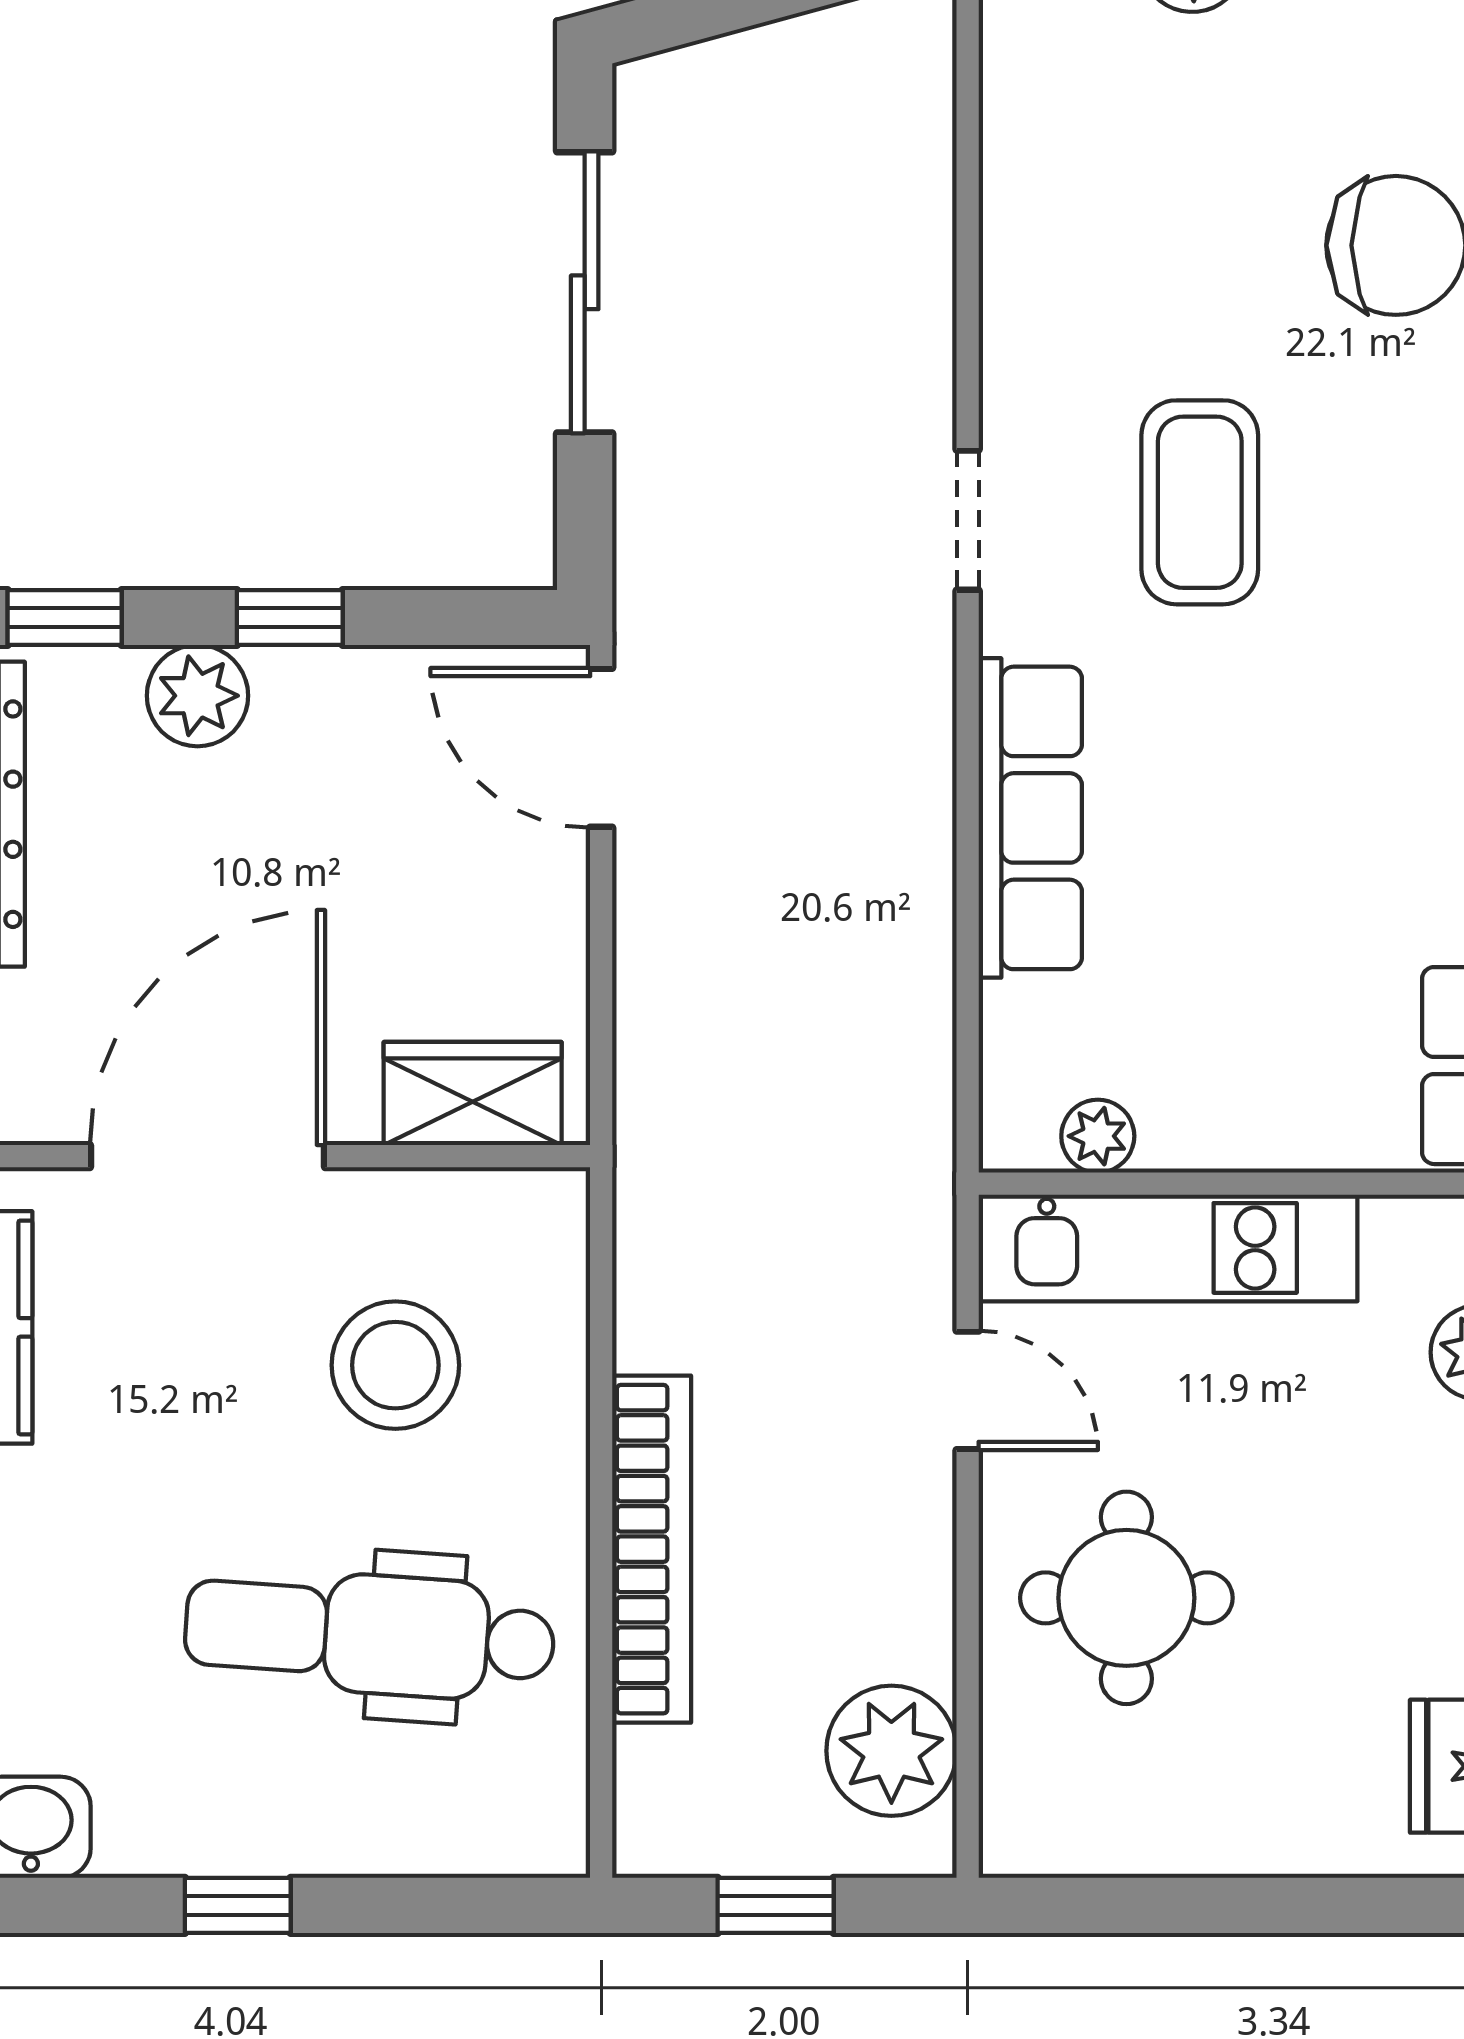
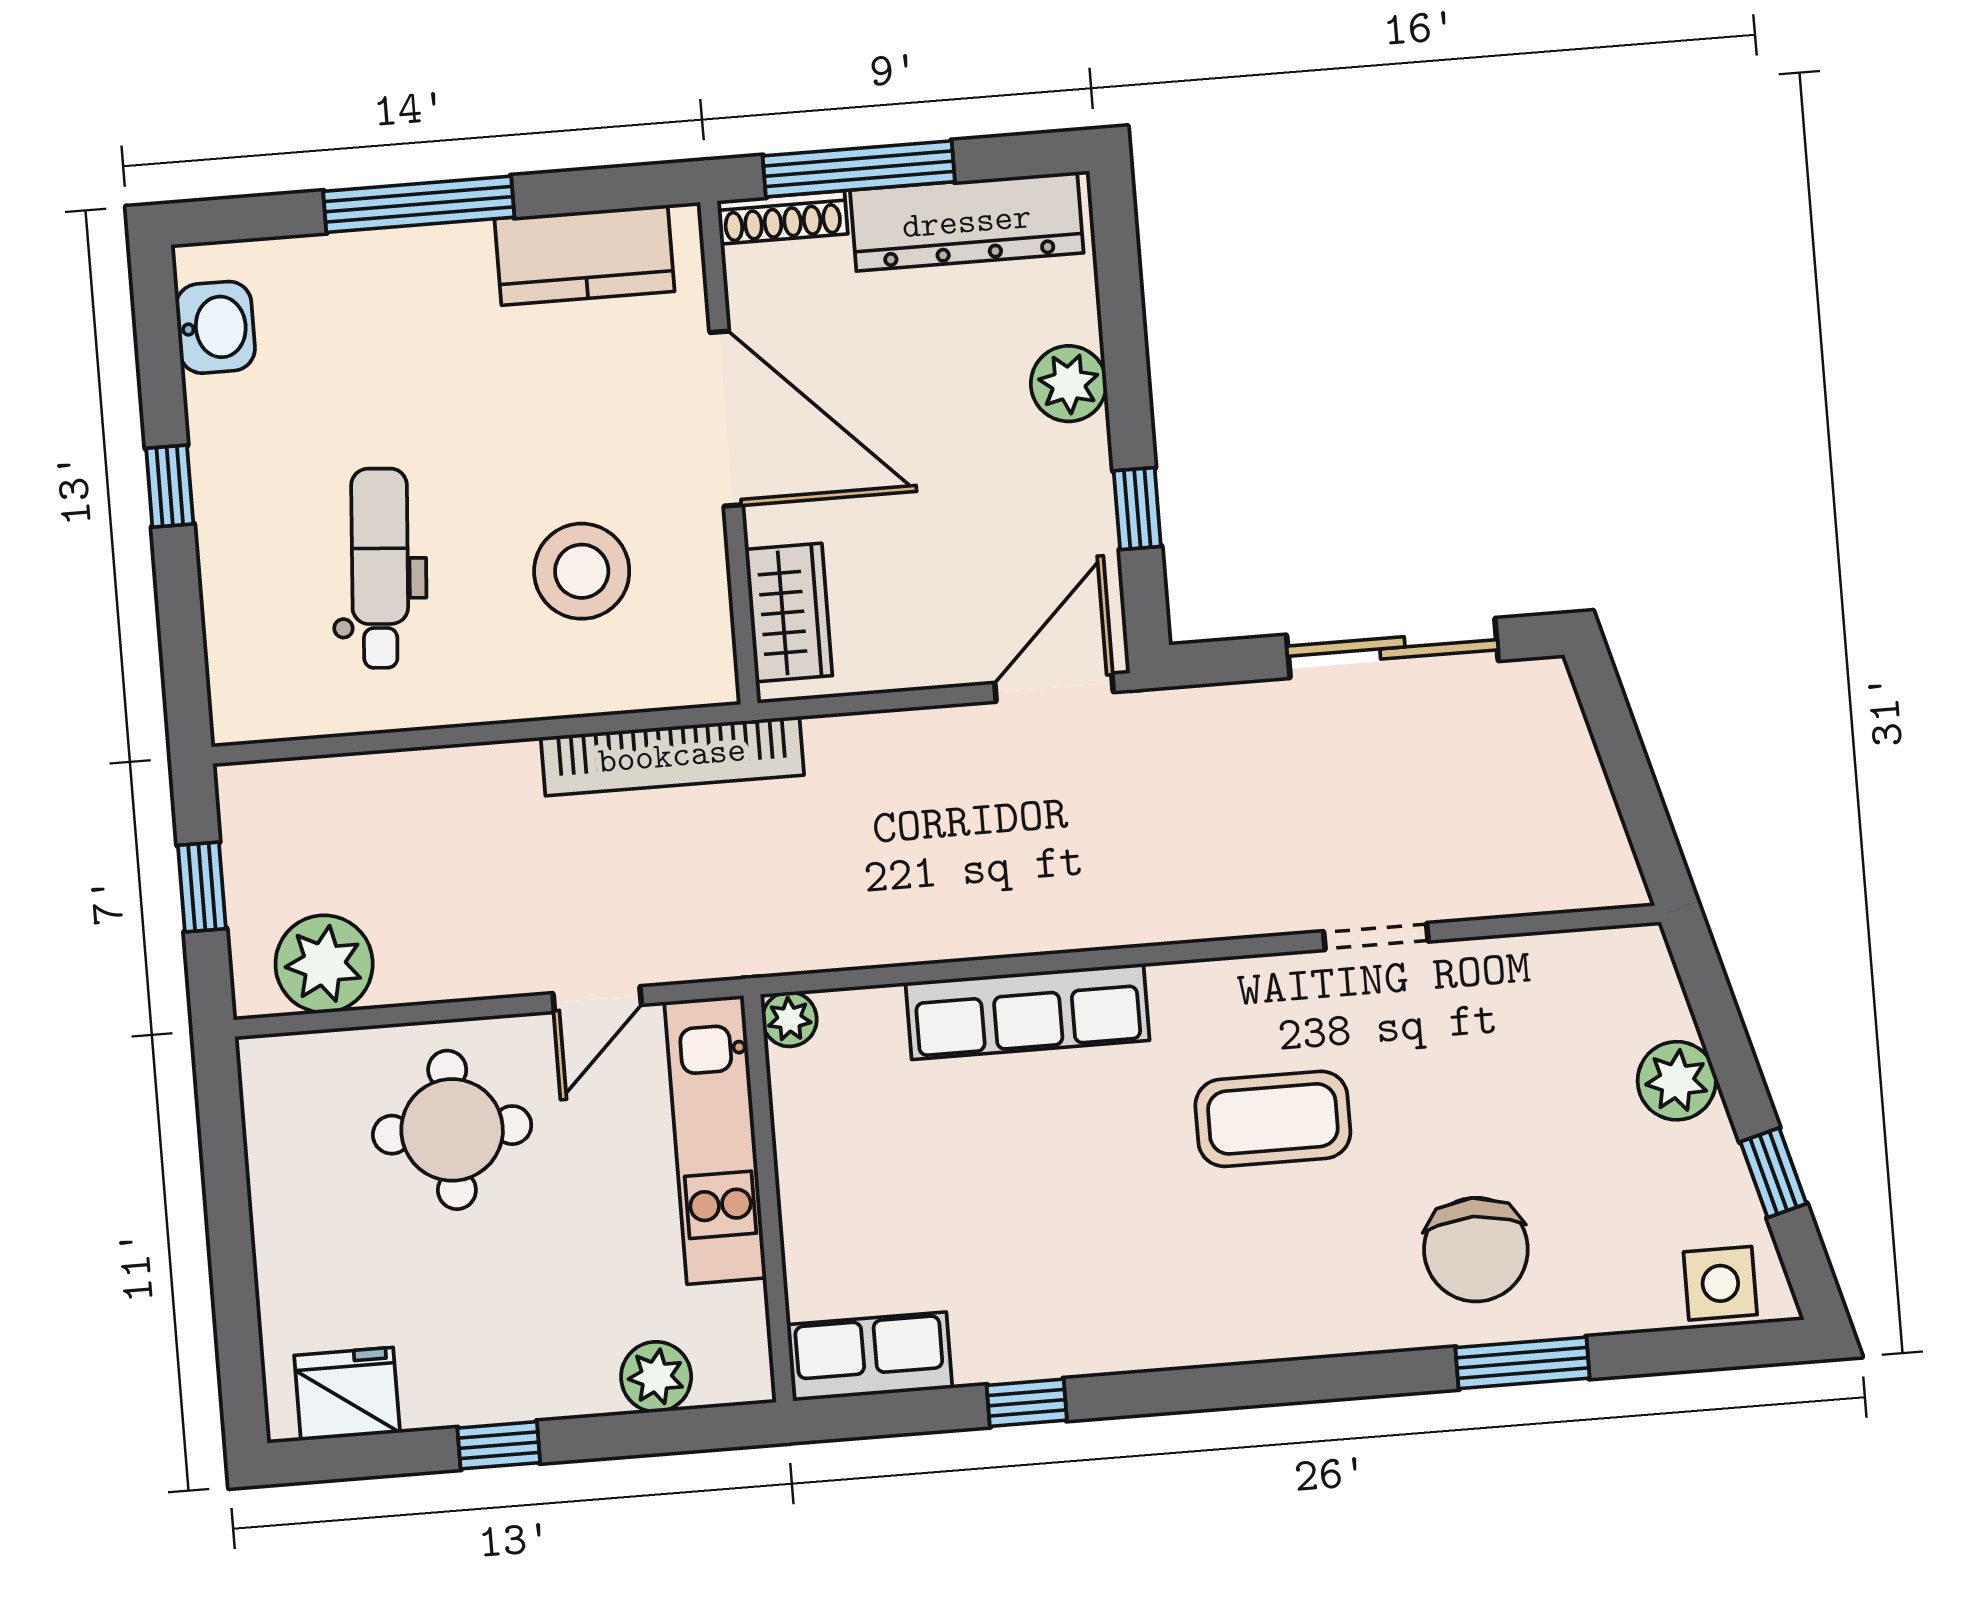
doorway: (968, 520) -> (1376, 936), moved
window: (65, 618) -> (1119, 280), removed
window: (290, 618) -> (1137, 509), moved
plant: (1098, 1136) -> (789, 1019), moved
bookcase: (652, 1549) -> (672, 756), moved
dental chair: (370, 1634) -> (380, 568), width x0.73, depth x0.72

